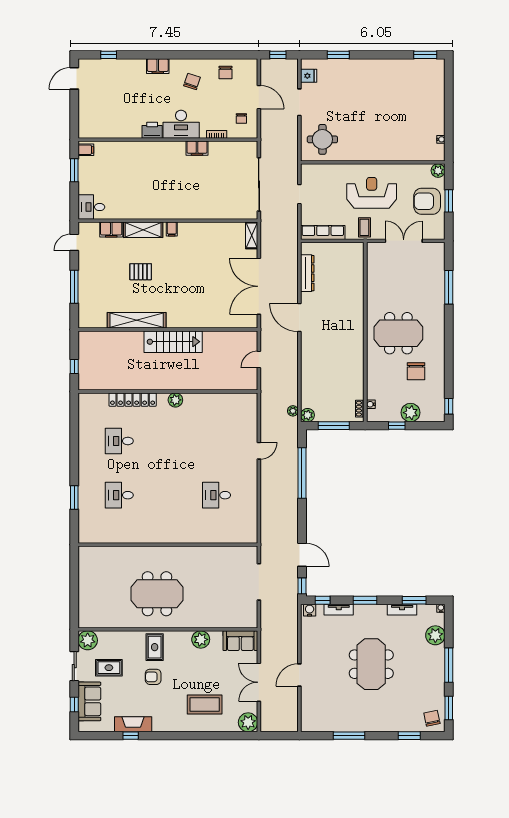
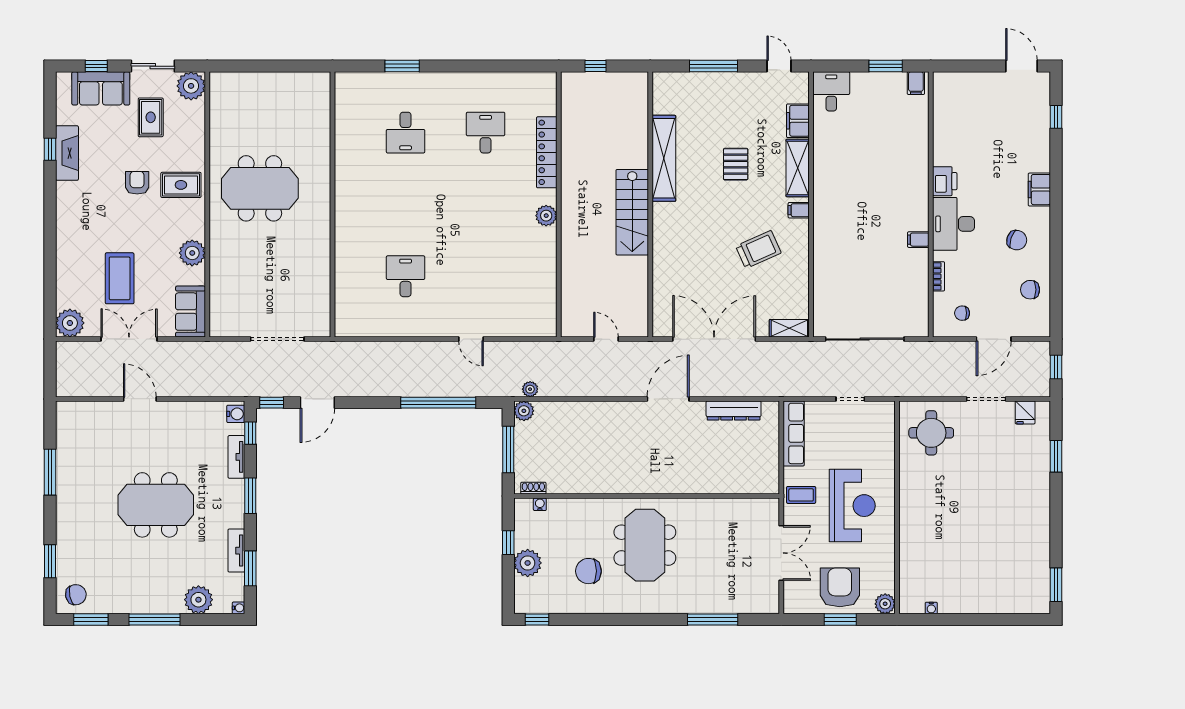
filing cabinet: (197, 148) -> (918, 240), width x0.50
trolley: (198, 256) -> (758, 250), added
desk: (119, 495) -> (406, 133), turned 180
meeting table: (157, 594) -> (260, 188), turned 90
coffee table: (205, 705) -> (120, 278), moved

